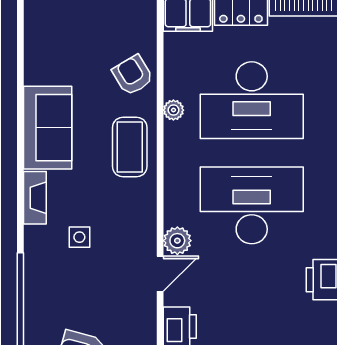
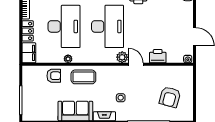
armchair: (133, 75) -> (54, 76), turned -149
desk: (252, 205) -> (108, 26), turned 180

